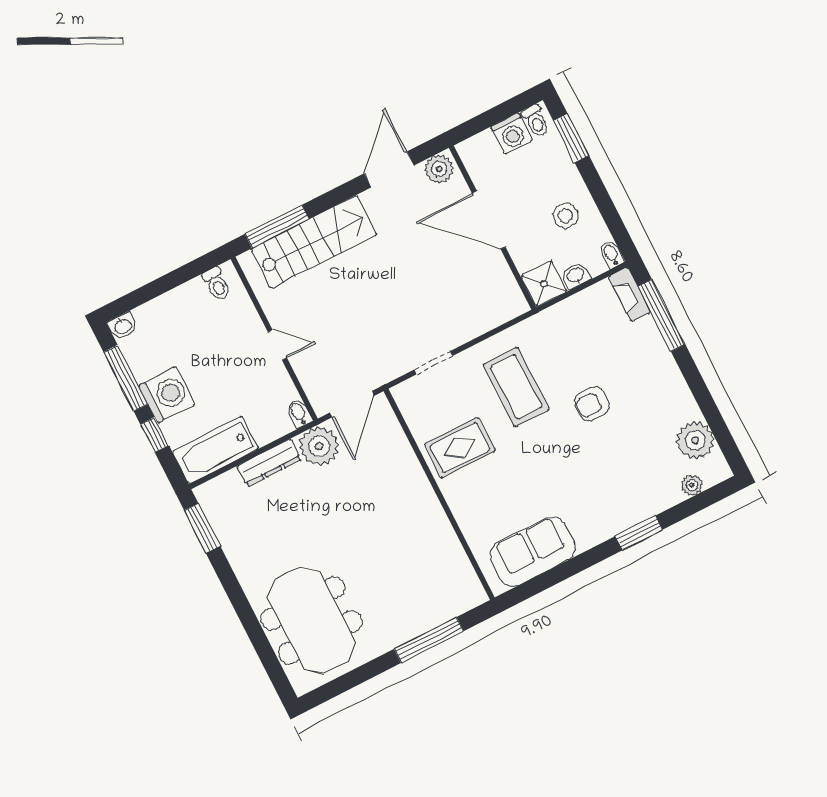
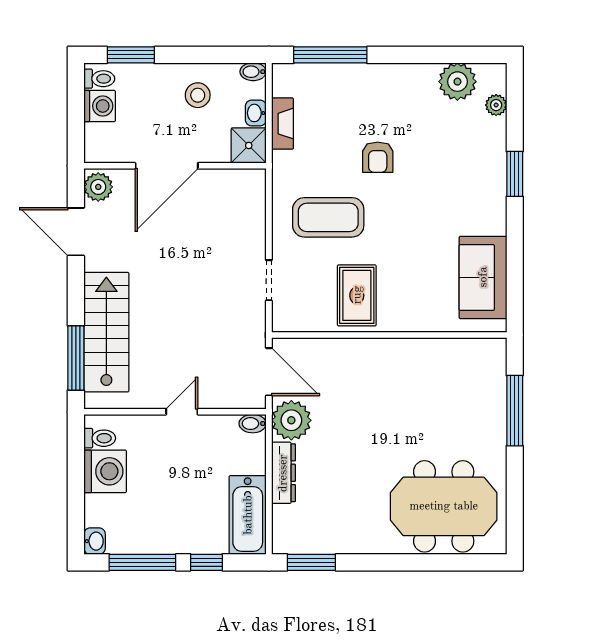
fireplace: (630, 294) -> (282, 124), moved, turned -90
washing machine: (167, 395) -> (105, 471), moved, turned 90

